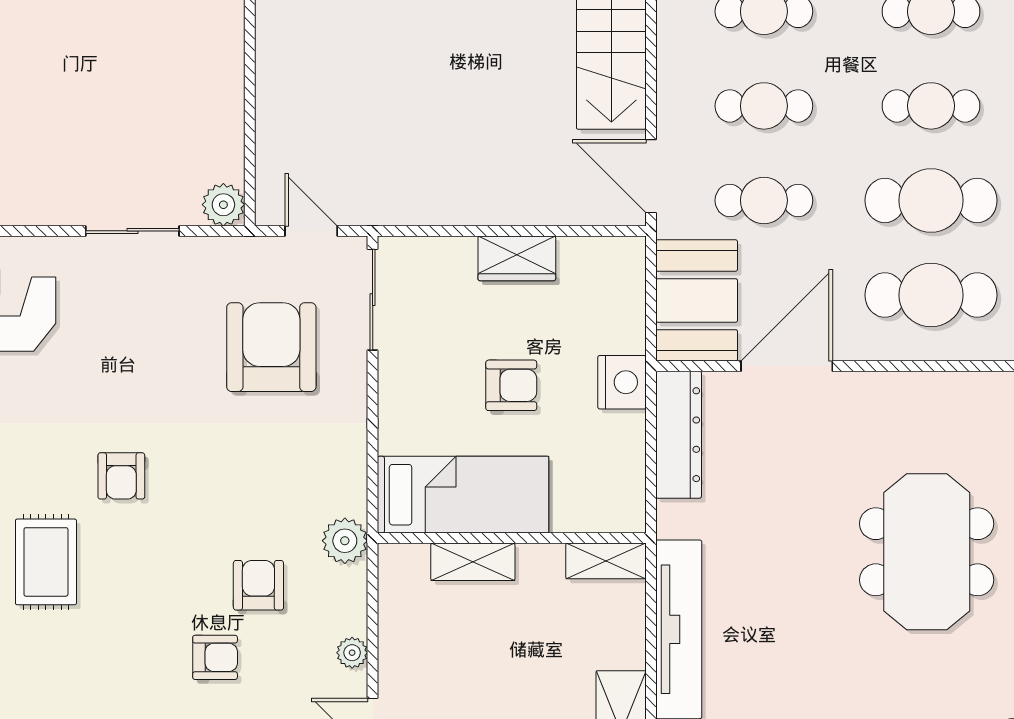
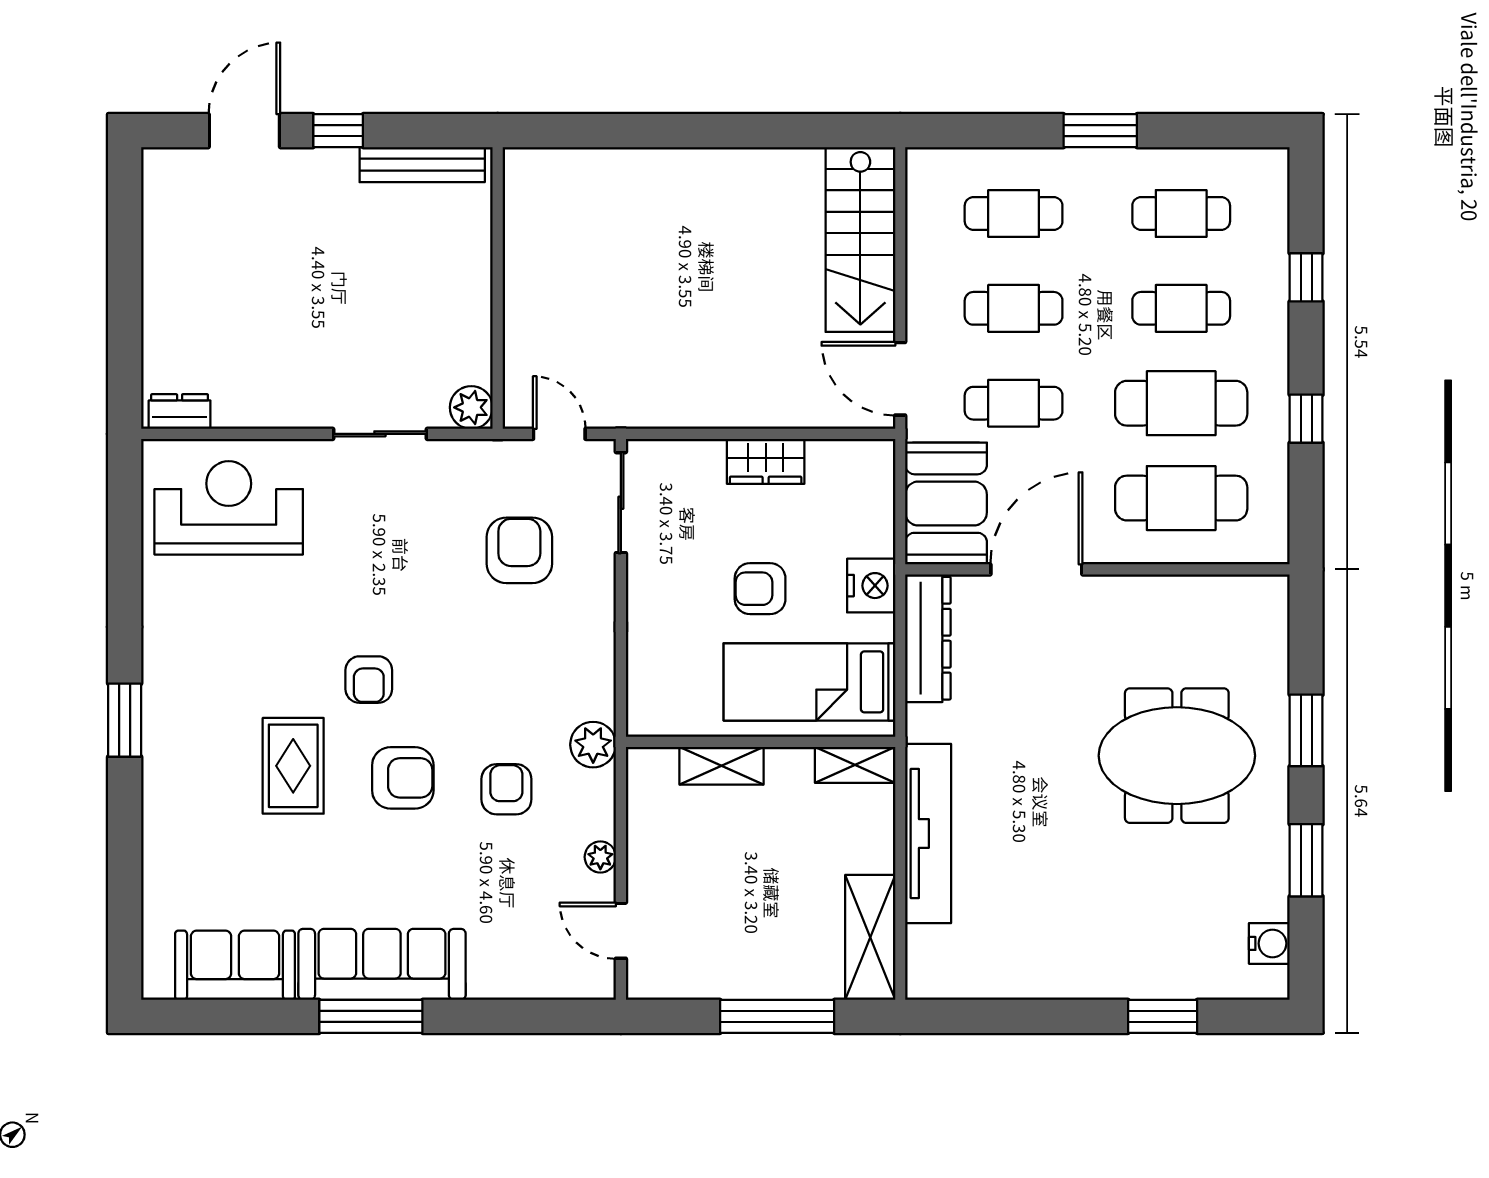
armchair: (271, 347) -> (519, 550), width x0.73, depth x0.73
armchair: (511, 385) -> (760, 589), turned 180
bed: (463, 495) -> (809, 682), moved, turned 180
meeting table: (927, 552) -> (1177, 756), turned 90
armchair: (215, 657) -> (403, 778), moved, width x1.38, depth x1.38

